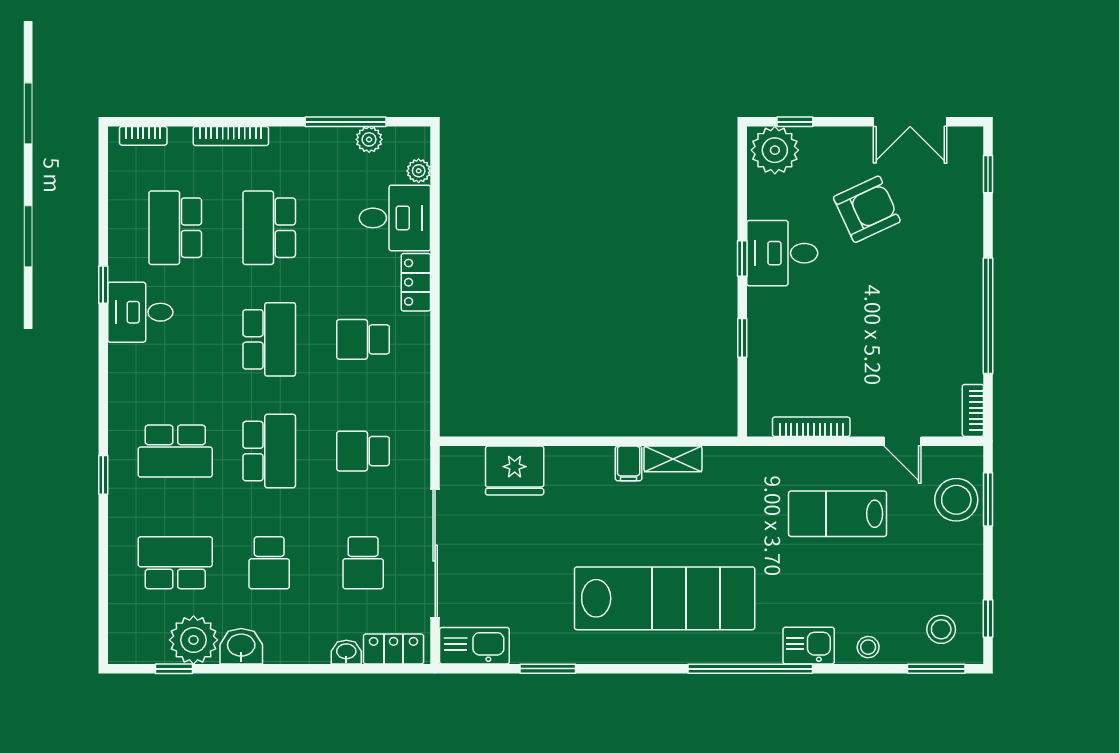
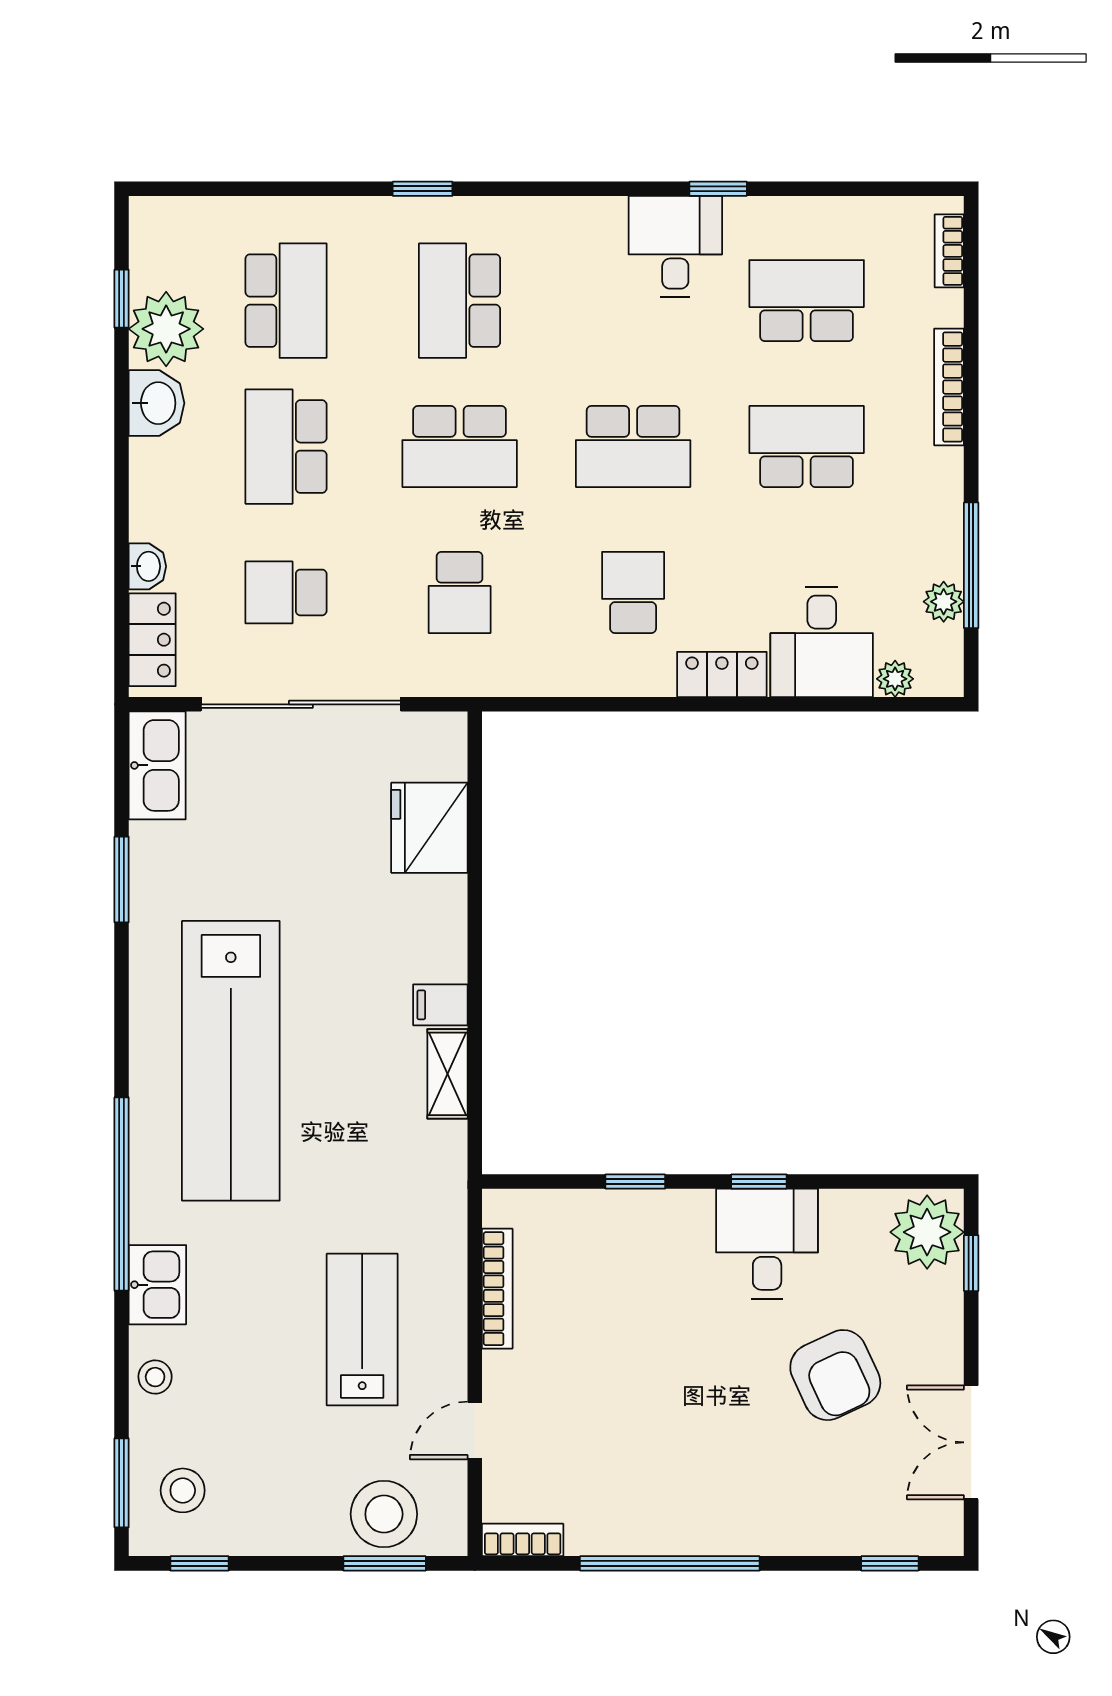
school desk: (363, 451) -> (460, 592), turned 180
school desk: (269, 563) -> (286, 447), width x1.85

